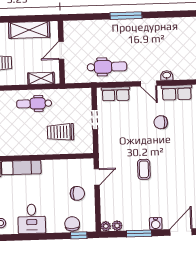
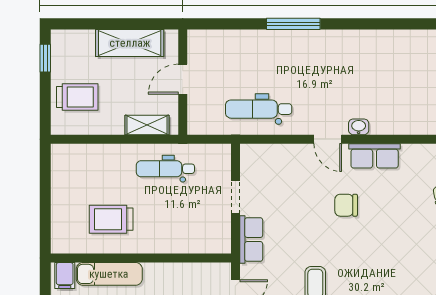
dental chair: (107, 67) -> (259, 109), turned 180
row of seats: (116, 94) -> (251, 240), moved, turned -90
dental chair: (34, 104) -> (165, 169), moved
trolley: (61, 132) -> (111, 219), moved

